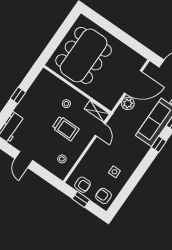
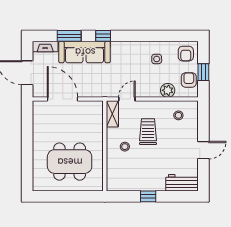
dining table: (84, 55) -> (70, 162), width x0.73, depth x0.80
plant: (128, 103) -> (168, 90), moved

